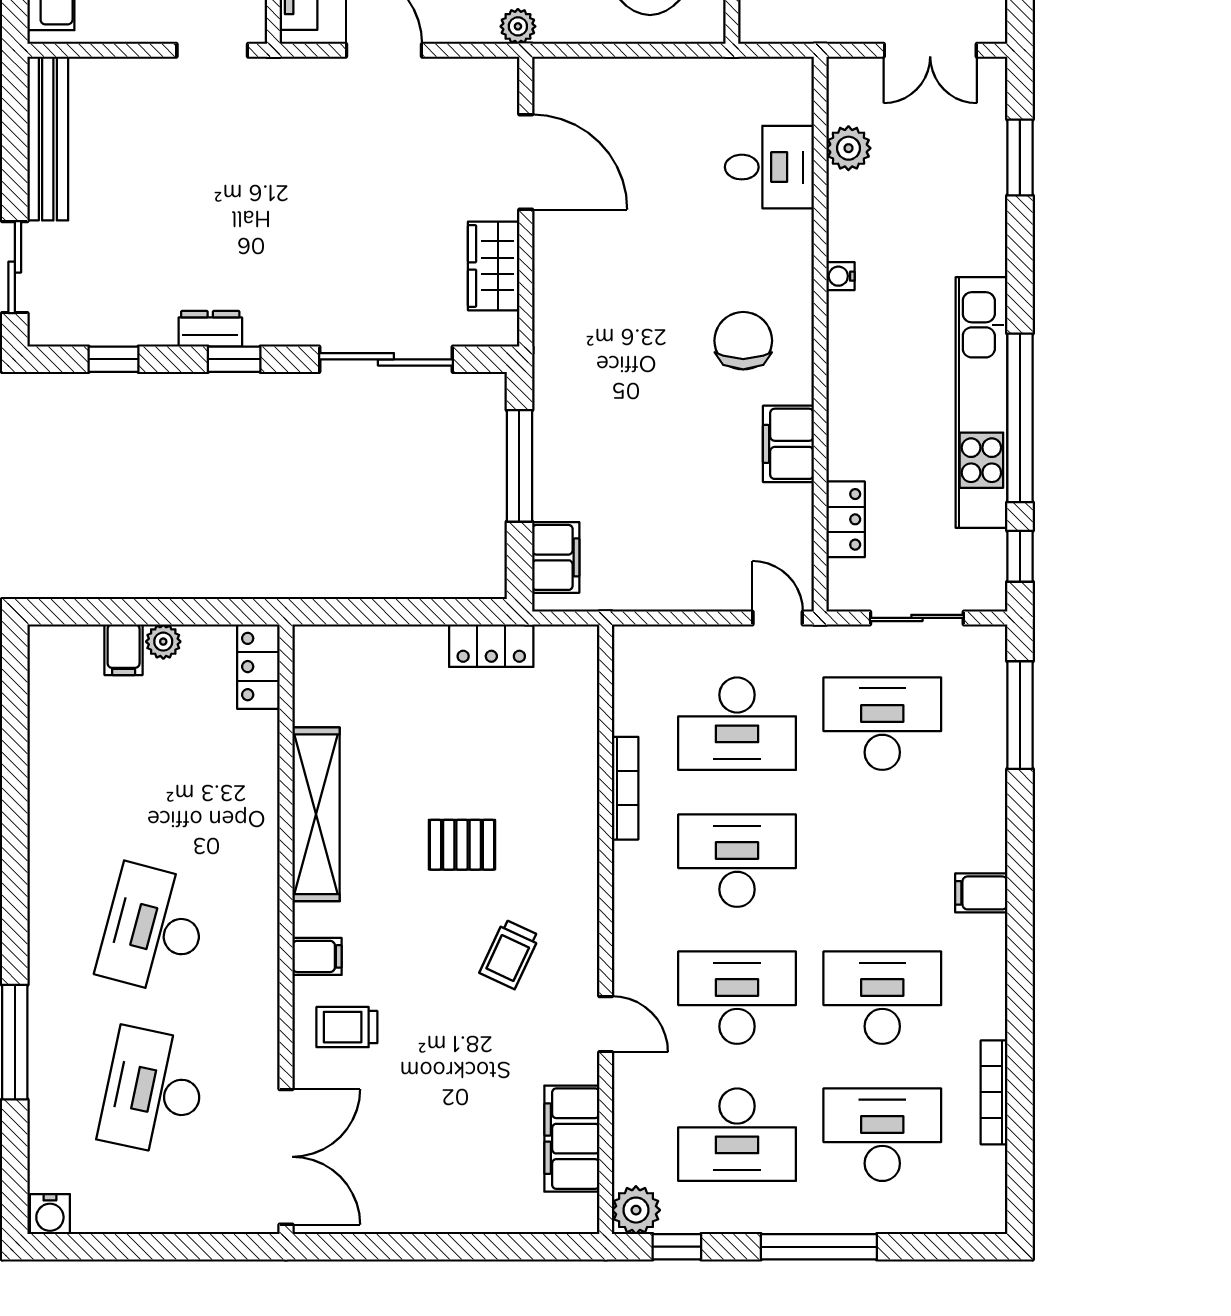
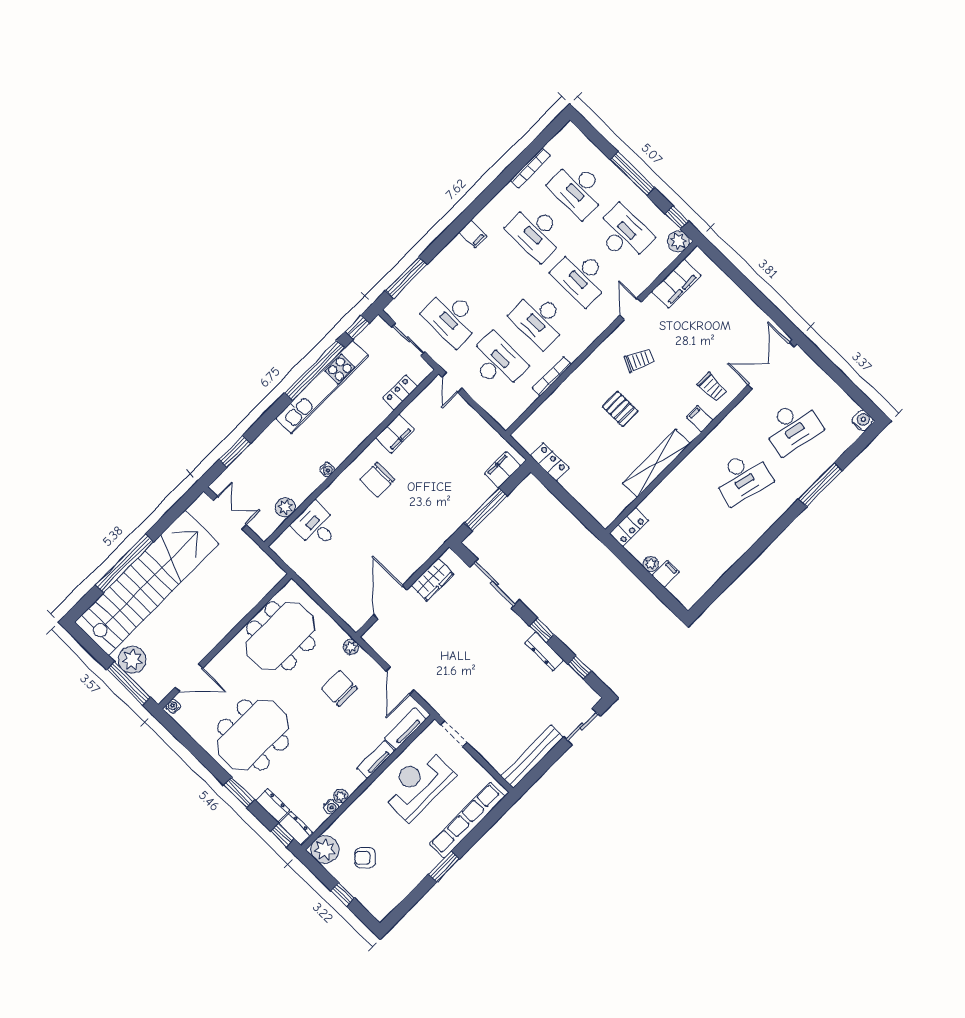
dresser: (210, 329) -> (544, 651), width x1.44

